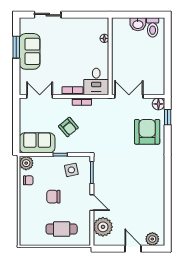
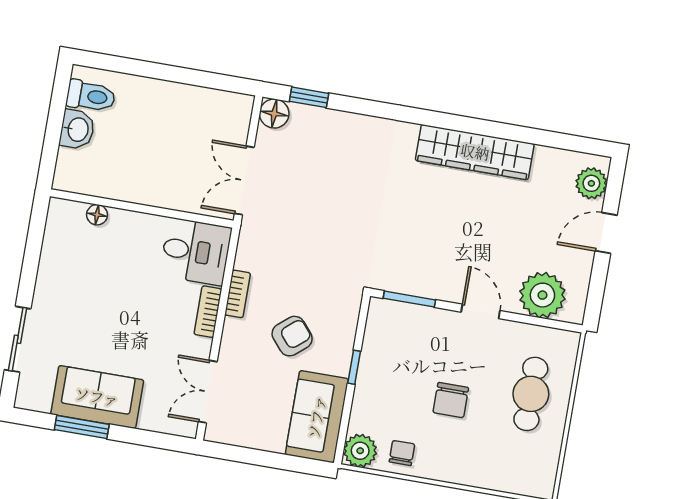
armchair: (147, 132) -> (336, 152), removed
side table: (71, 170) -> (395, 347), removed
wardrobe: (157, 189) -> (475, 152), added
door: (92, 203) -> (481, 311), hinge flipped

